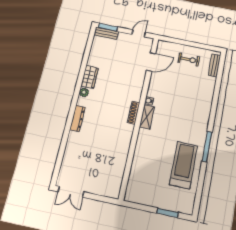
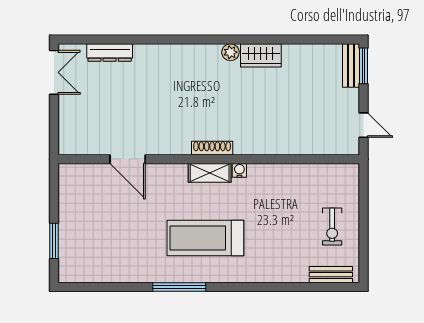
door: (151, 62) -> (128, 159), moved
dresser: (78, 118) -> (110, 53), moved
treadmill: (184, 165) -> (205, 238), moved, turned 180
double door: (71, 192) -> (54, 72), swing flipped

